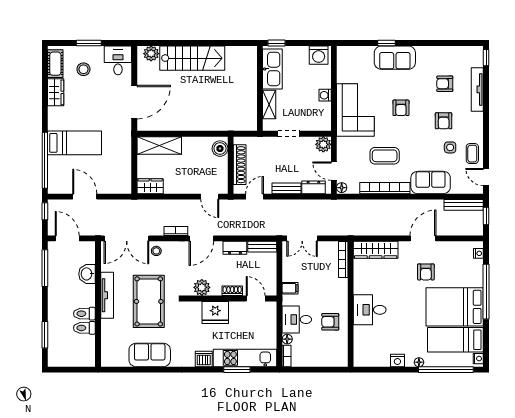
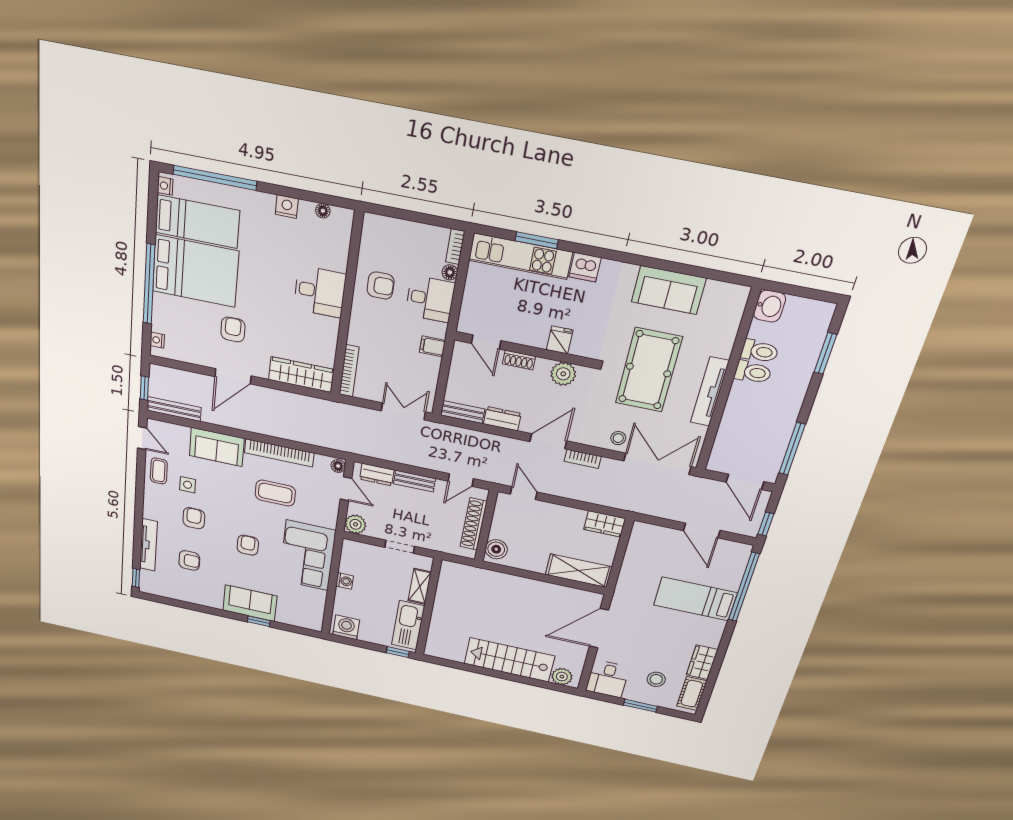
washbasin: (87, 274) -> (769, 306), moved
fridge: (215, 312) -> (560, 340), width x0.53, depth x0.75
floor lamp: (419, 362) -> (323, 211), moved

